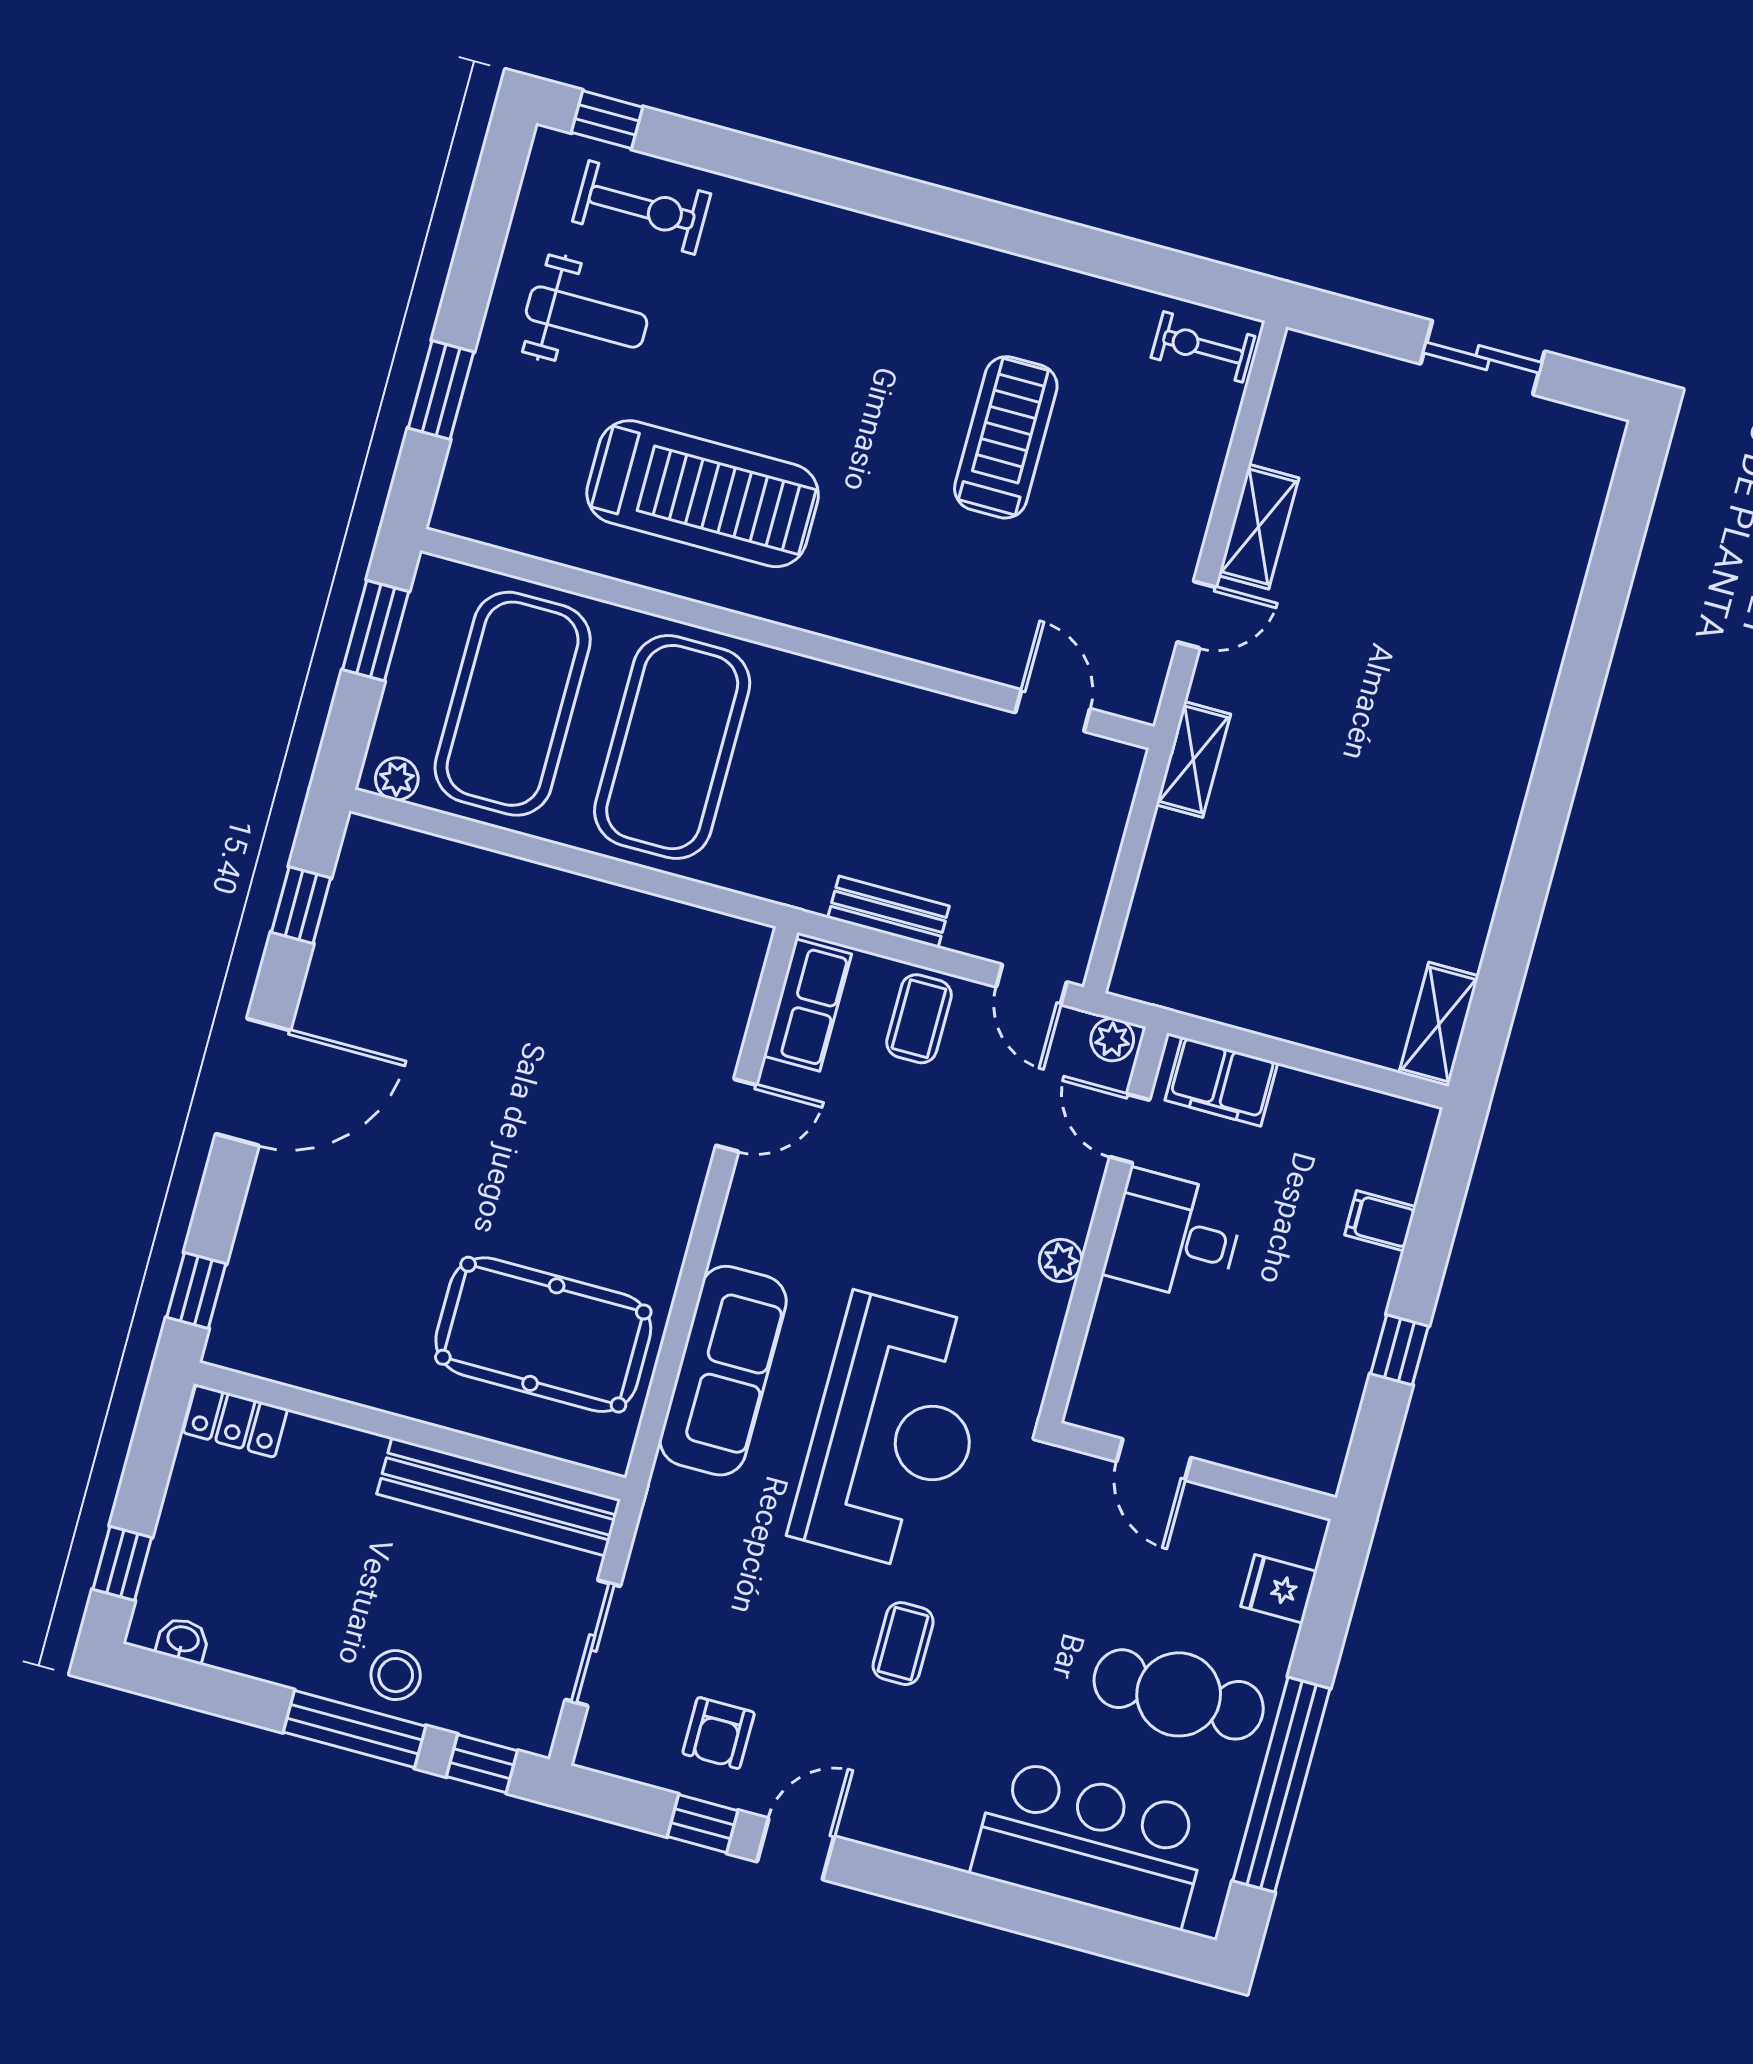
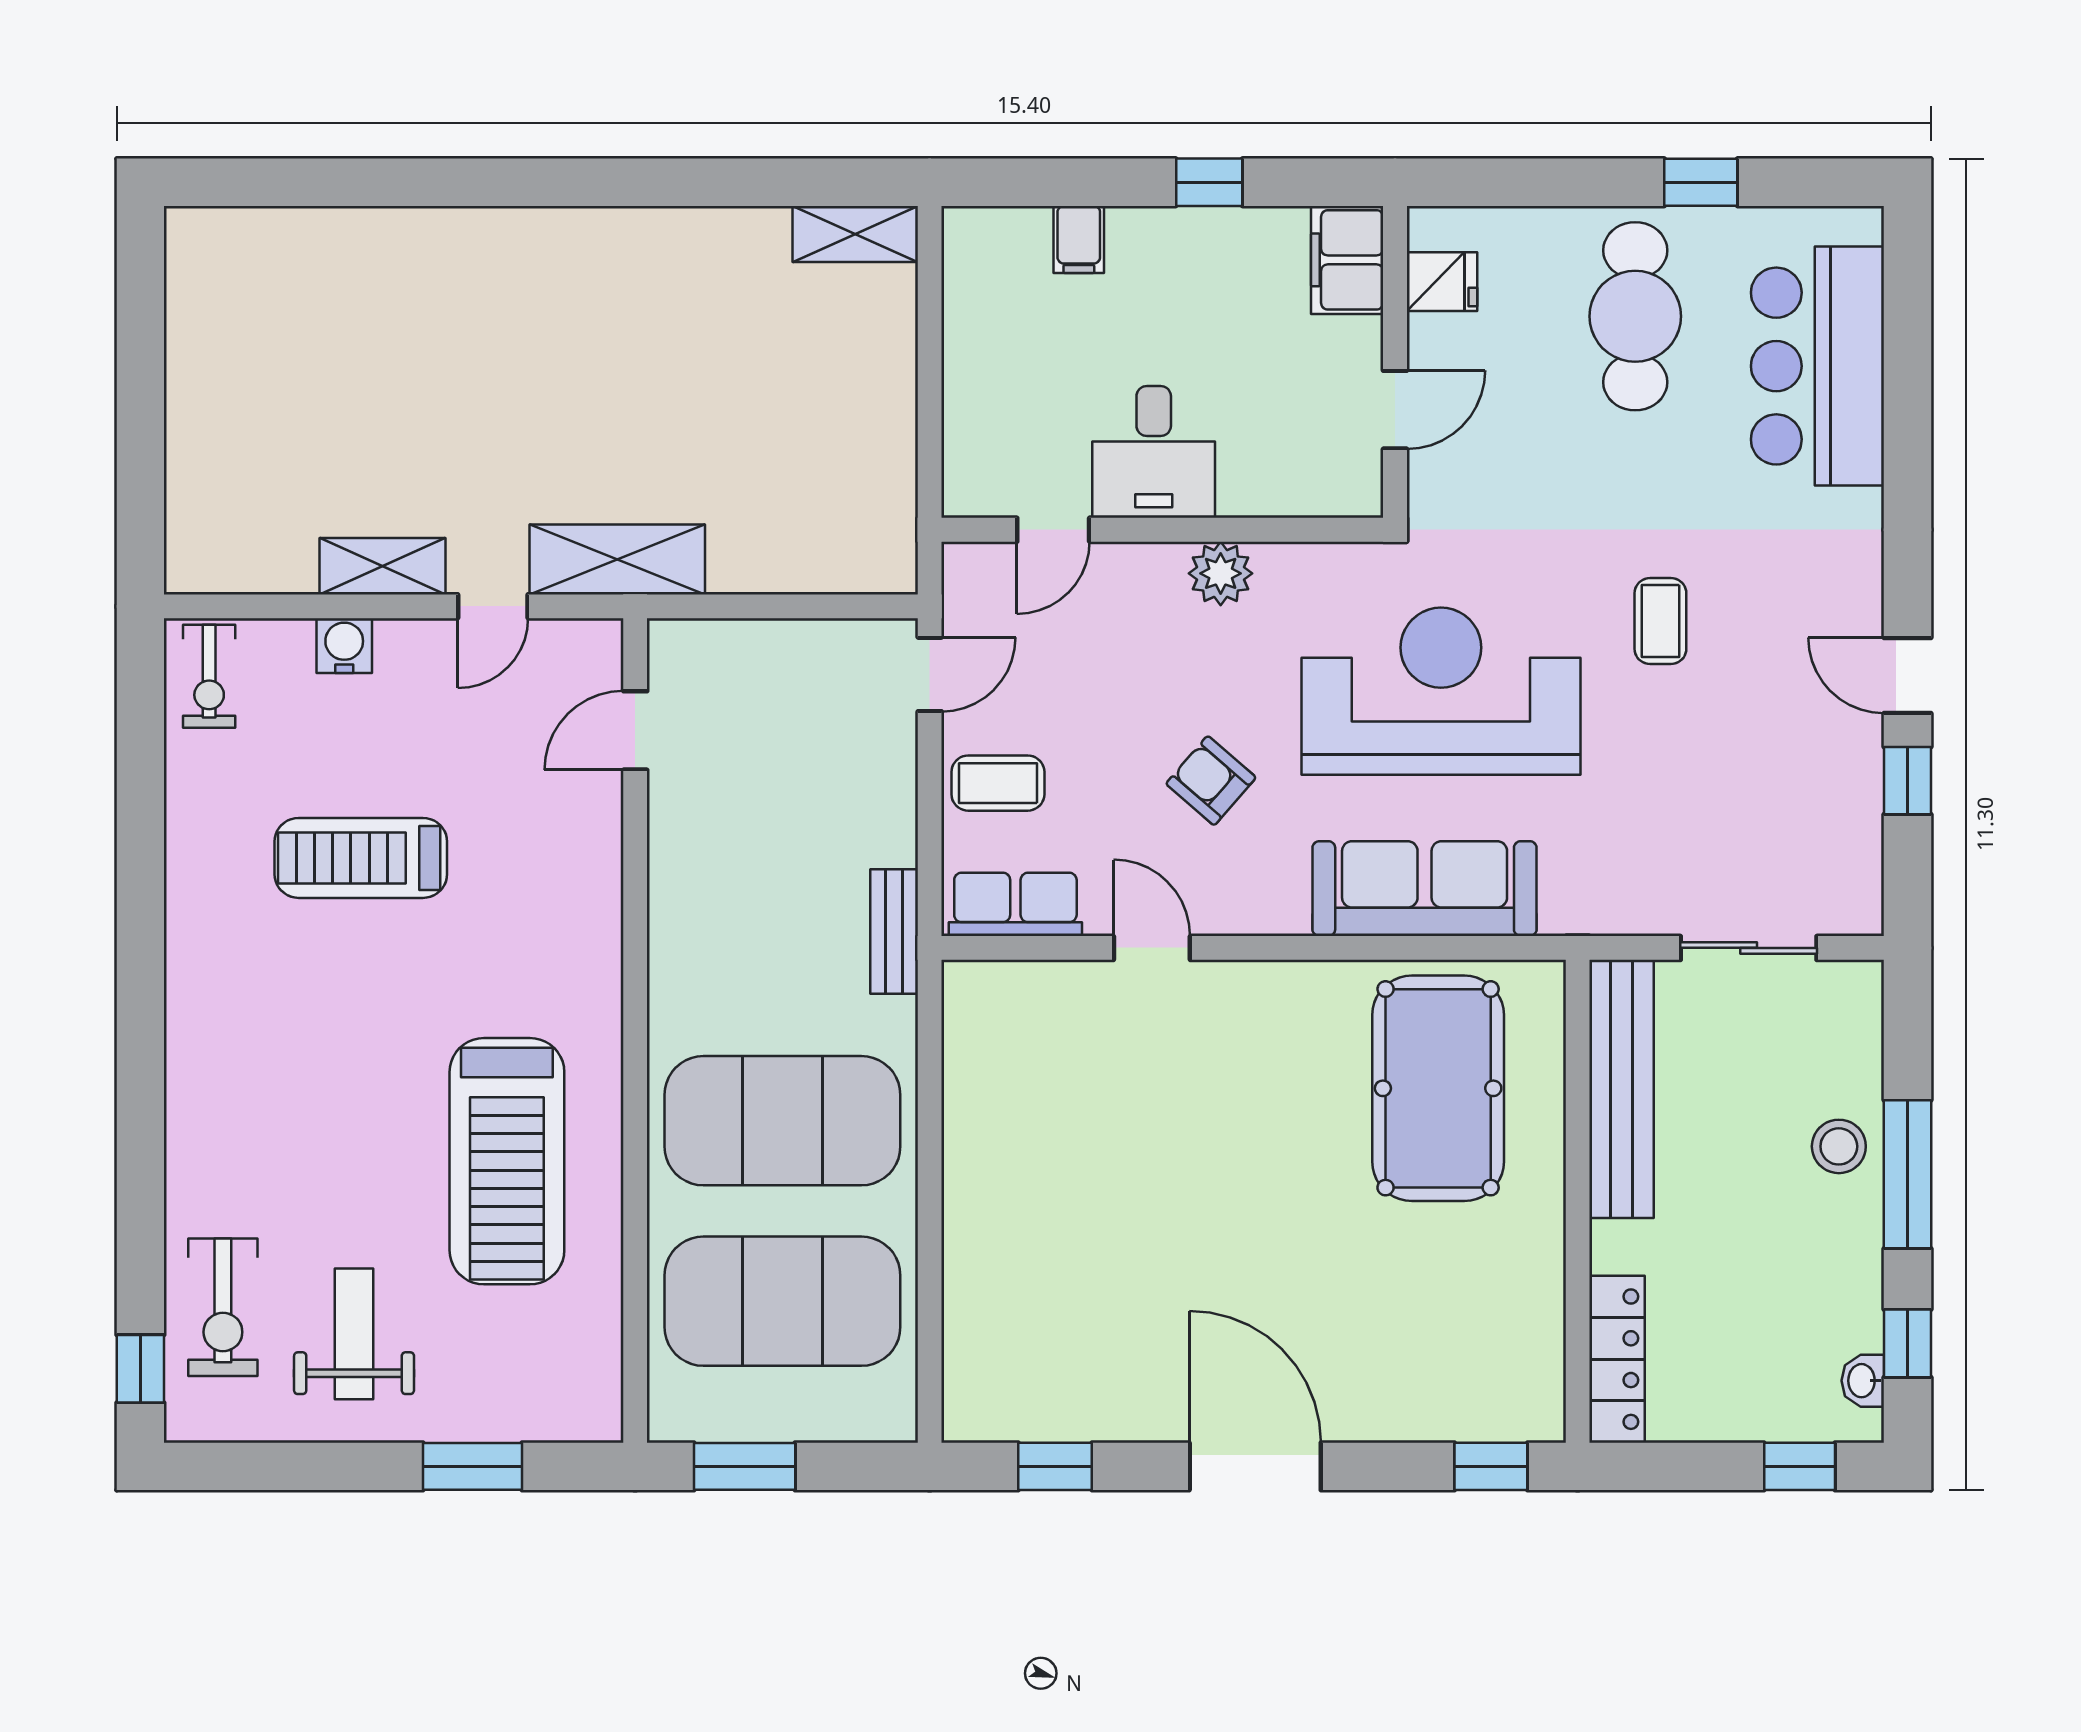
exercise bike: (642, 207) -> (223, 1307), turned 180
sliding door: (1483, 358) -> (140, 379), removed
water cooler: (1198, 474) -> (344, 646), added
treadmill: (703, 494) -> (507, 1161), turned 180
door: (1197, 615) -> (493, 606), swing flipped
shelving: (1193, 759) -> (617, 559), width x1.50, depth x1.33
plant: (397, 779) -> (895, 1402), removed
bench: (888, 912) -> (894, 931), moved
plant: (1112, 1040) -> (965, 574), removed
filing cabinet: (1221, 1082) -> (1347, 260), moved, turned 180
plant: (1061, 1260) -> (1221, 573), width x1.38, depth x1.38
locker: (235, 1421) -> (1617, 1359), width x1.53
fridge: (1279, 1589) -> (1442, 282), moved, turned -90
coffee table: (903, 1644) -> (1660, 621), turned 90
armchair: (719, 1733) -> (1211, 781), moved, turned -139
window: (482, 1764) -> (1907, 1343), moved
window: (1281, 1785) -> (1701, 182), width x0.32

